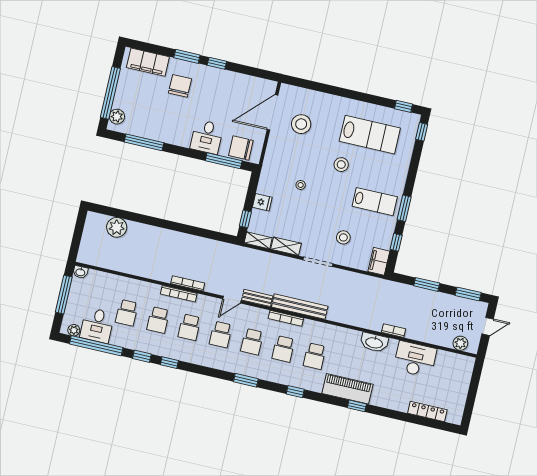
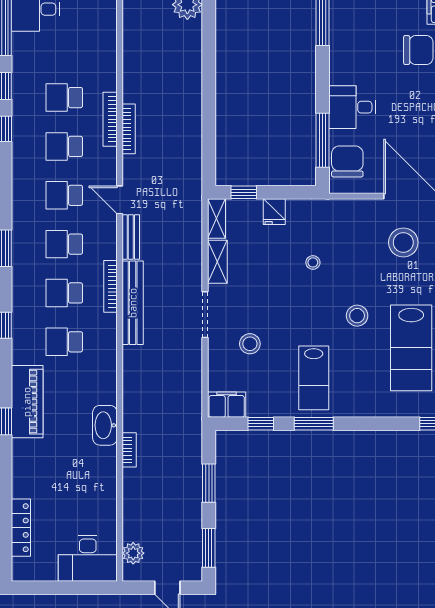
school desk: (127, 313) -> (64, 49), removed
desk: (415, 359) -> (88, 558), moved, turned 90

